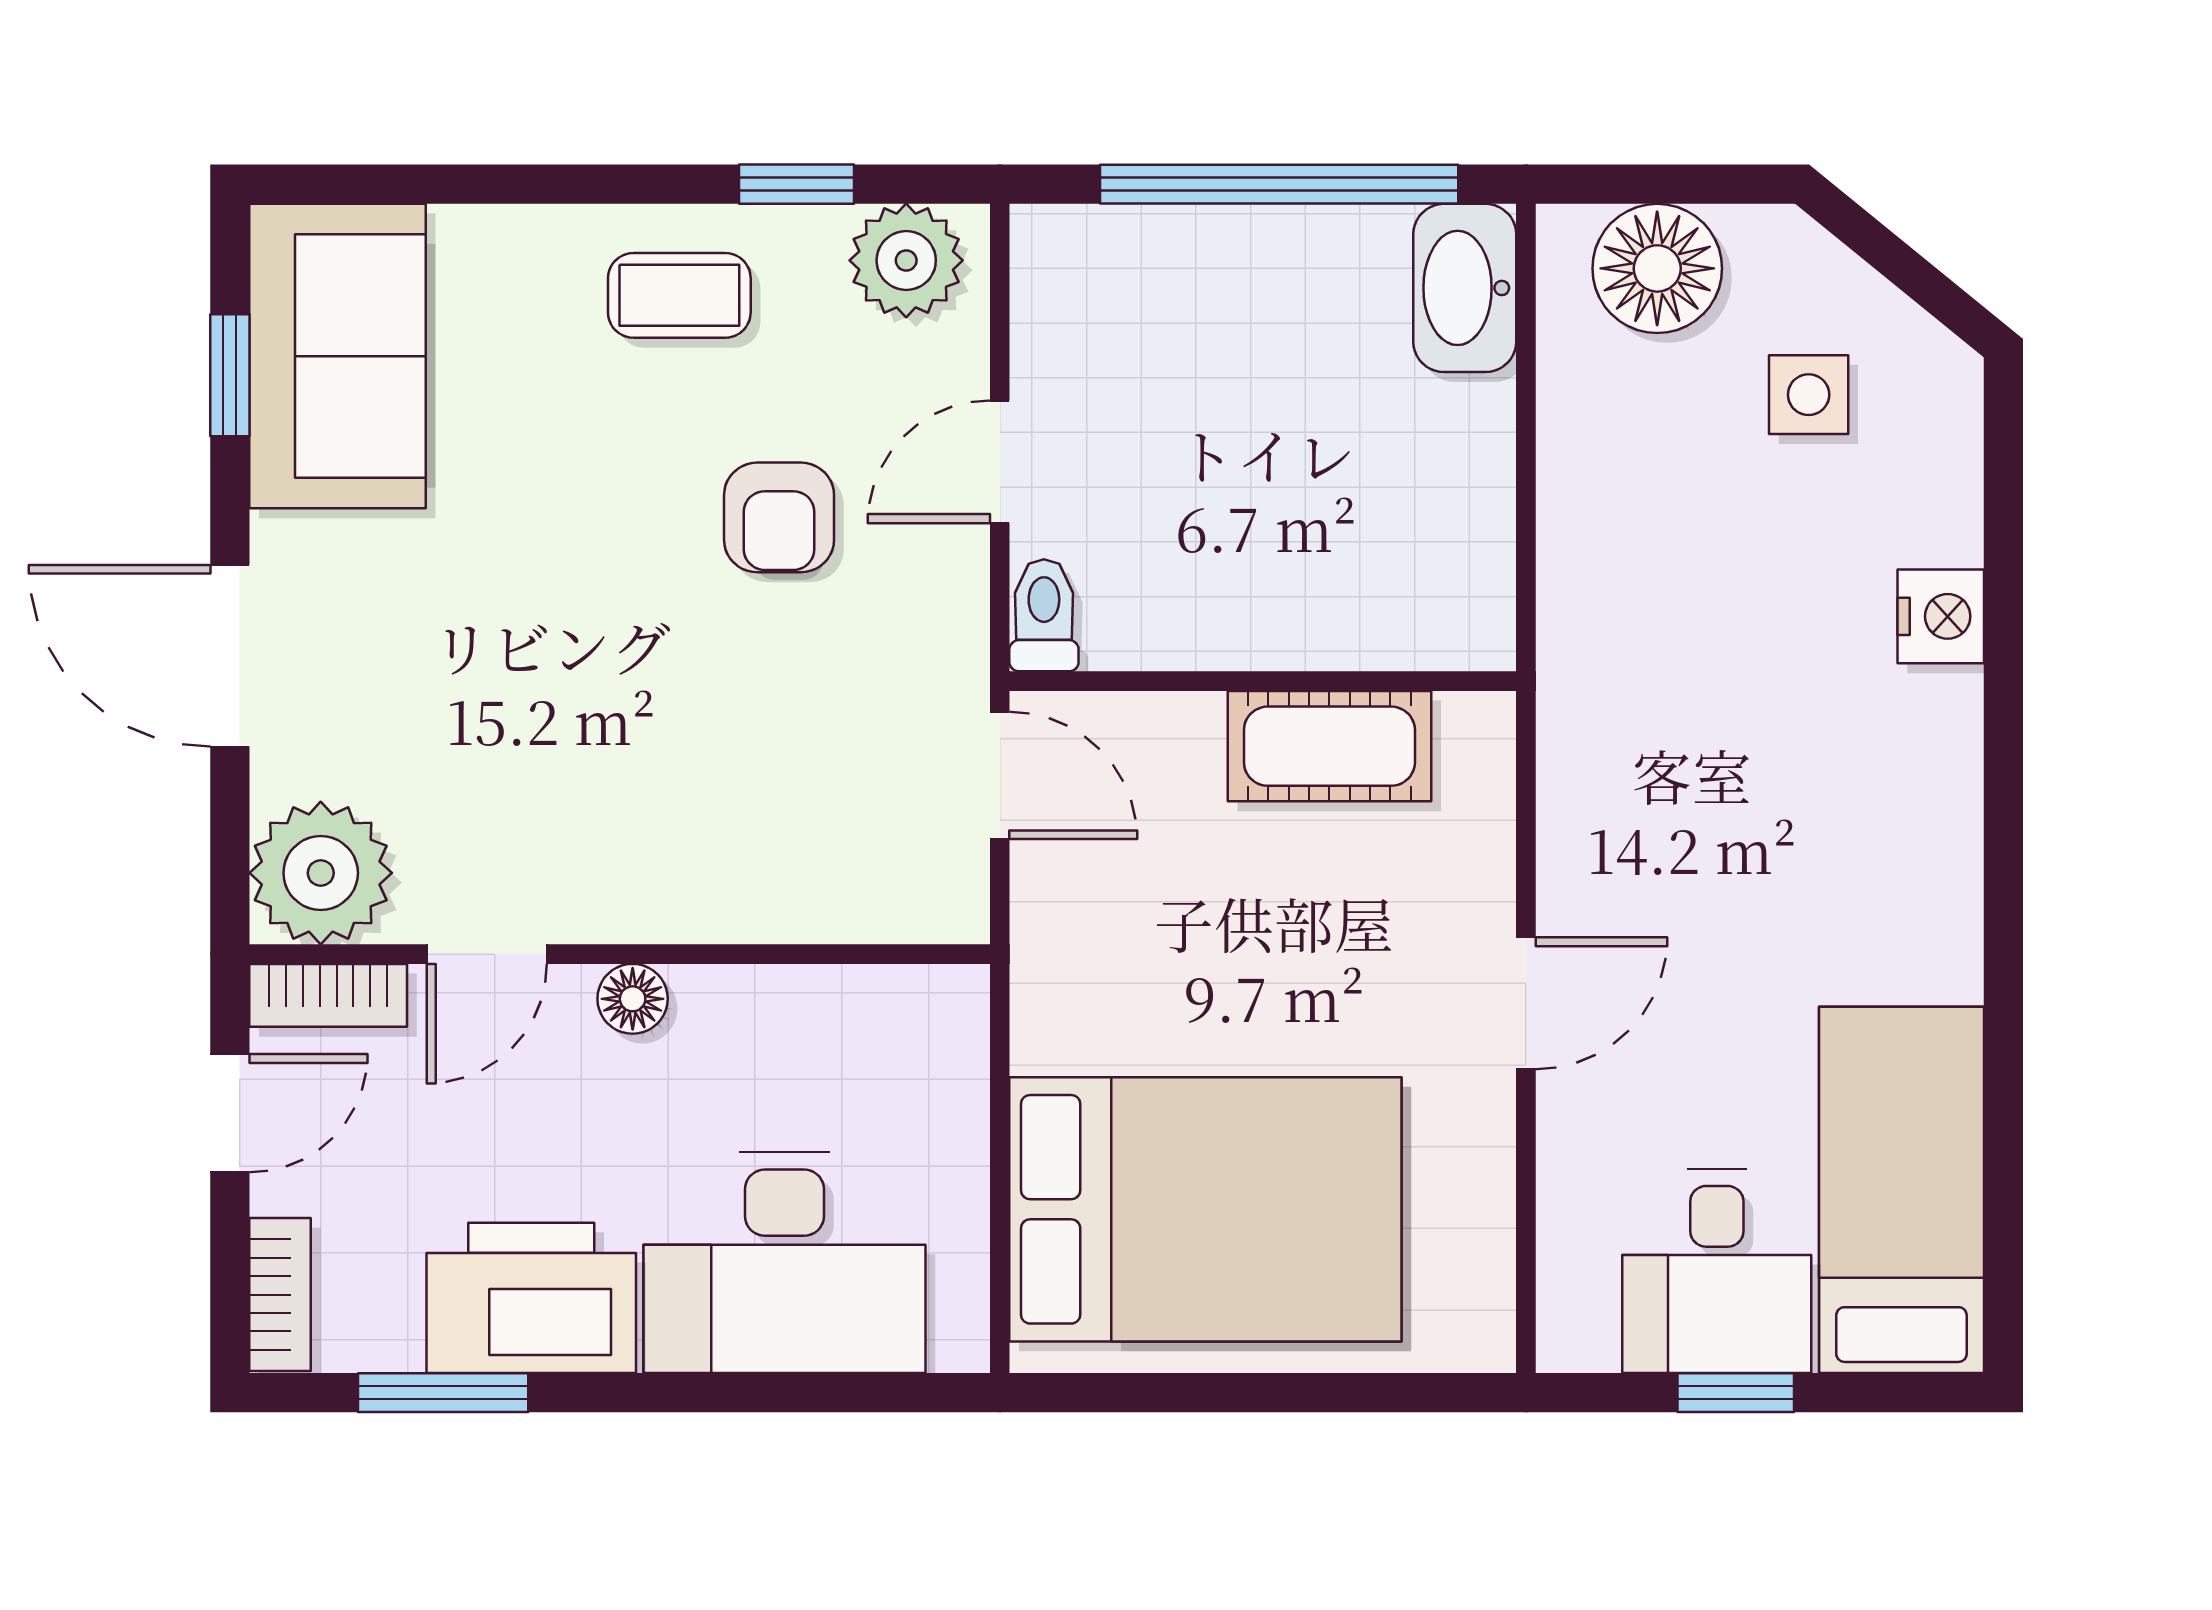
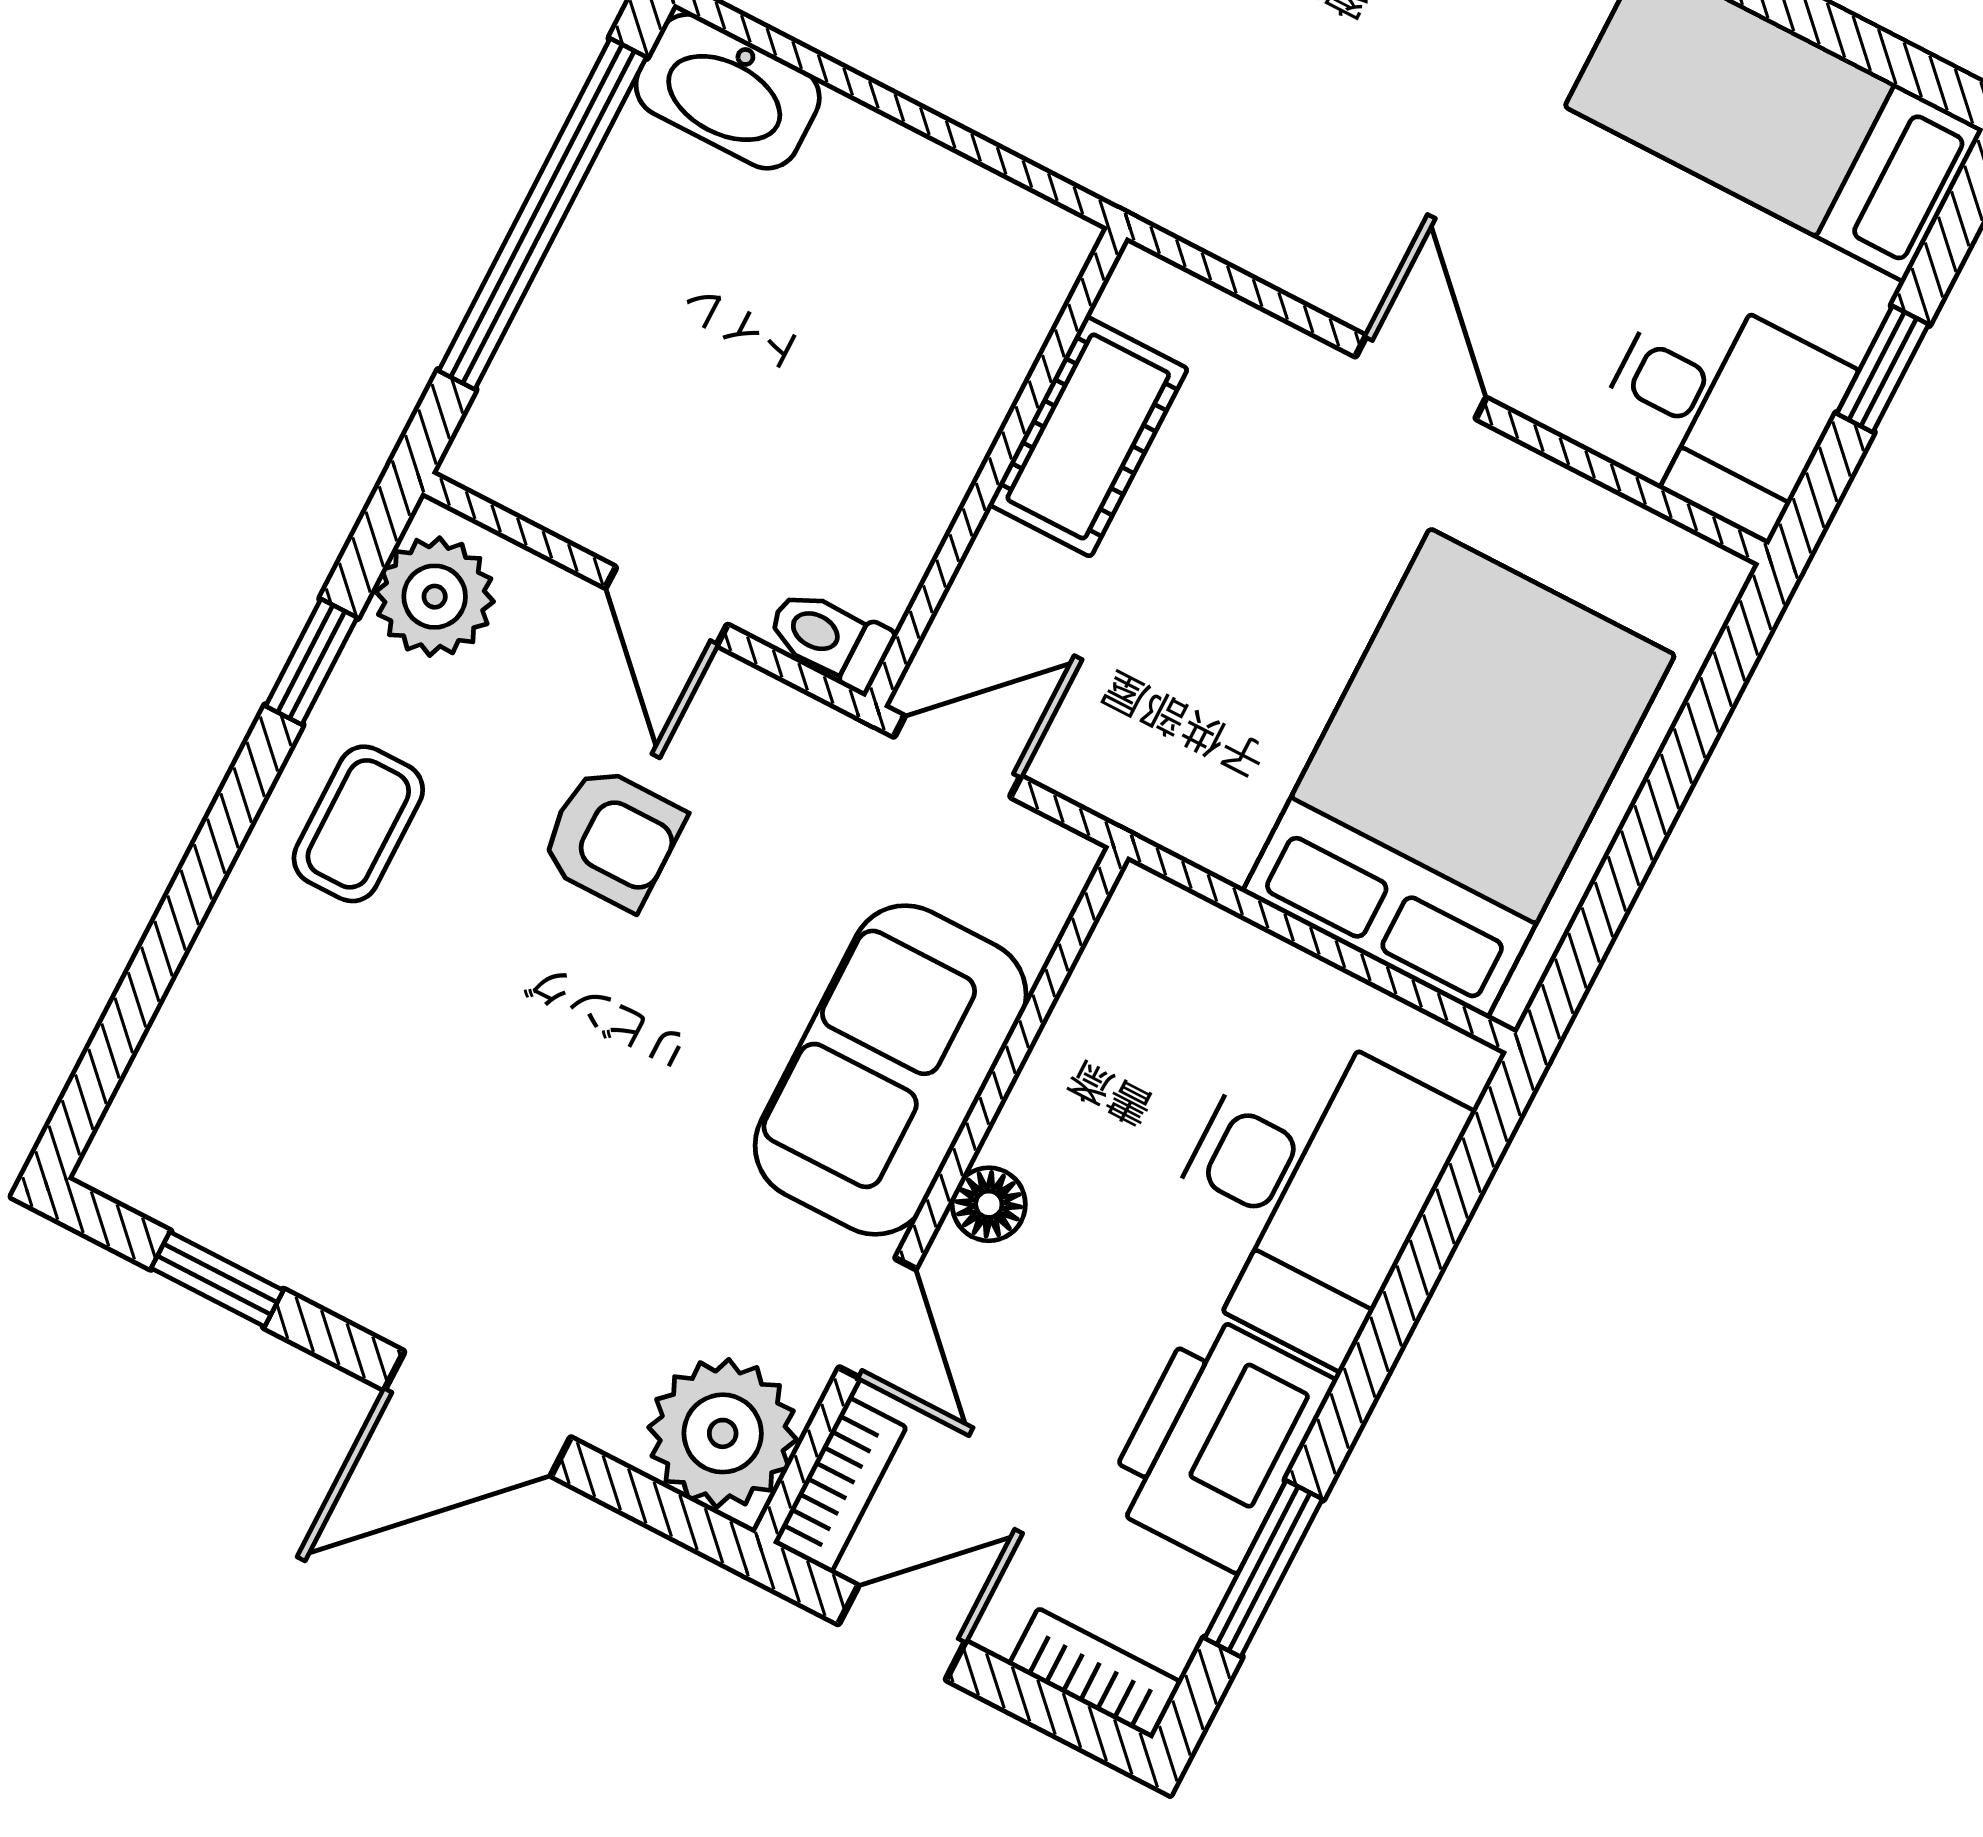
sofa: (337, 356) -> (891, 1070), moved, turned -90
door: (230, 1113) -> (902, 1633), hinge flipped
desk: (1717, 1271) -> (1720, 409), moved

